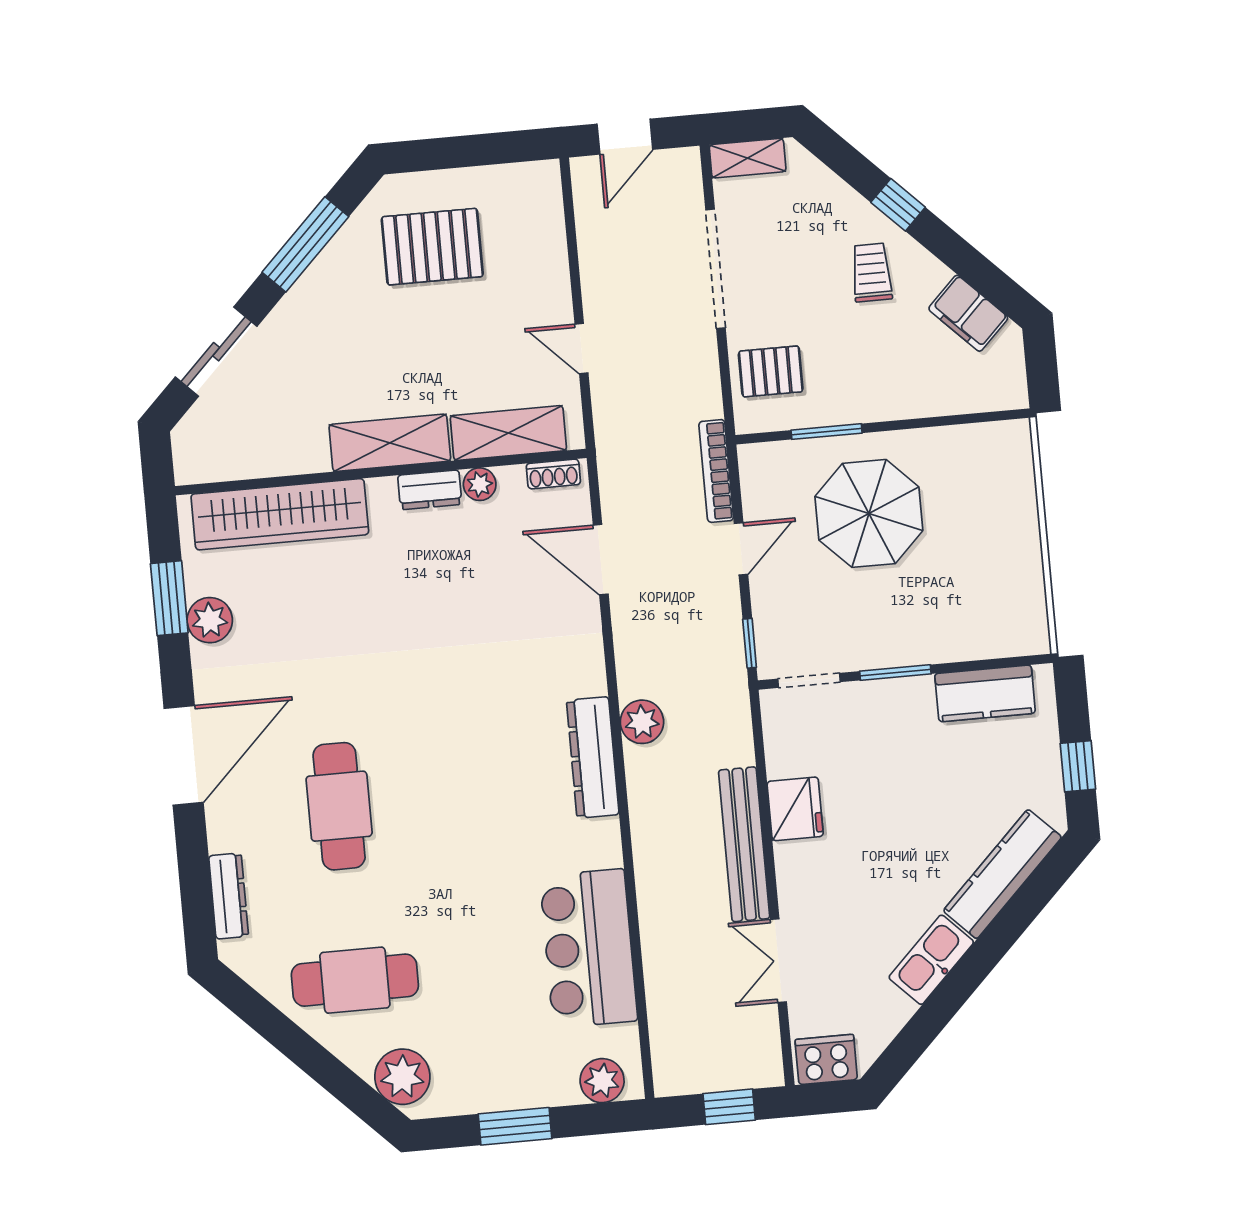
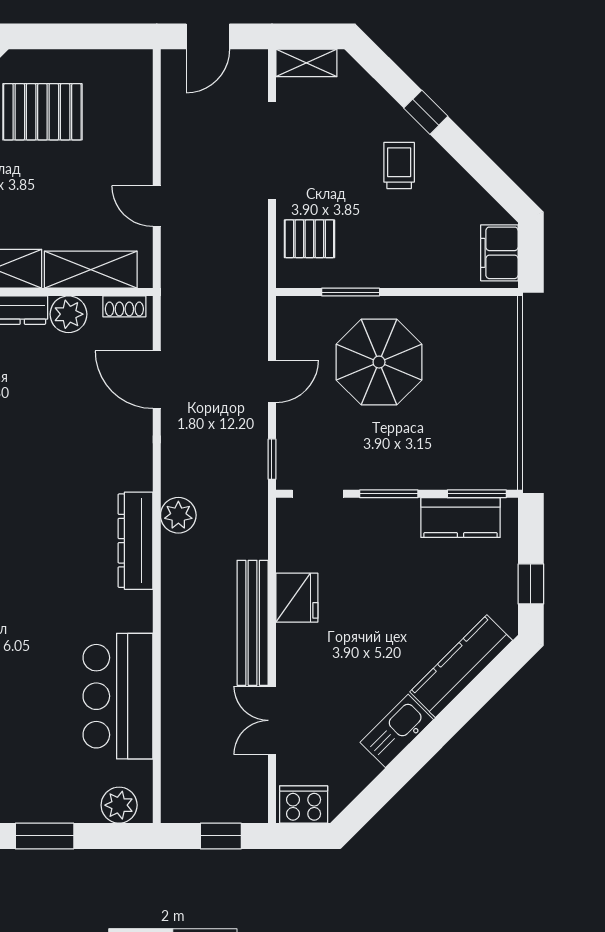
filing cabinet: (968, 313) -> (499, 253), moved, turned 45
bookcase: (716, 471) -> (258, 316), removed
plant: (480, 484) -> (68, 314), width x1.38, depth x1.38
window: (1002, 663) -> (477, 494), added

